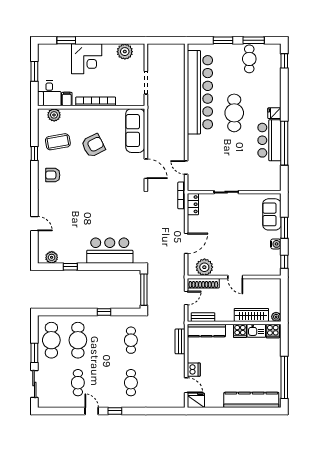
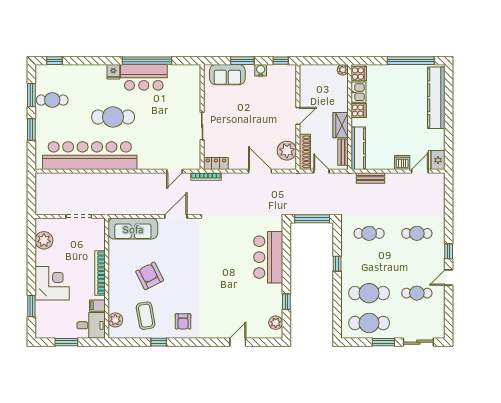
wardrobe: (251, 315) -> (341, 125), moved, width x0.67

